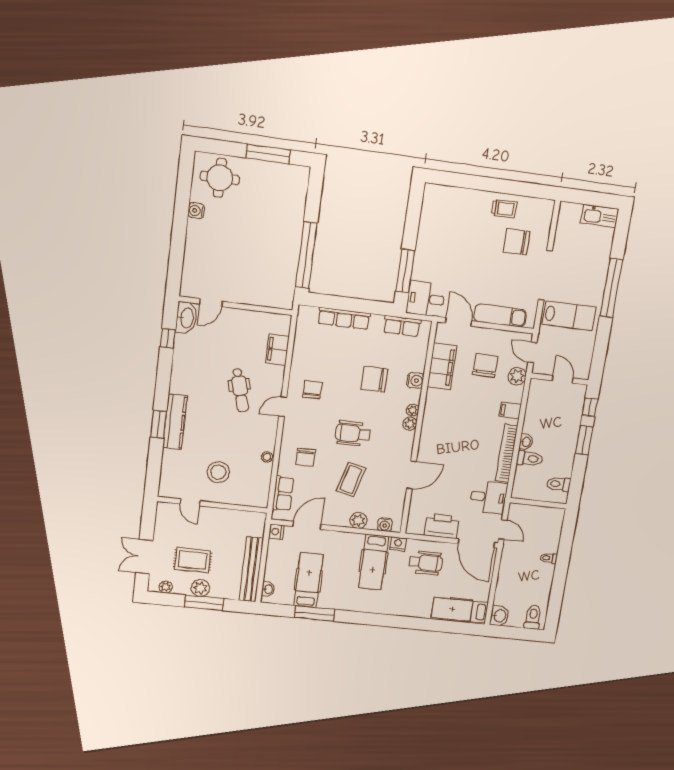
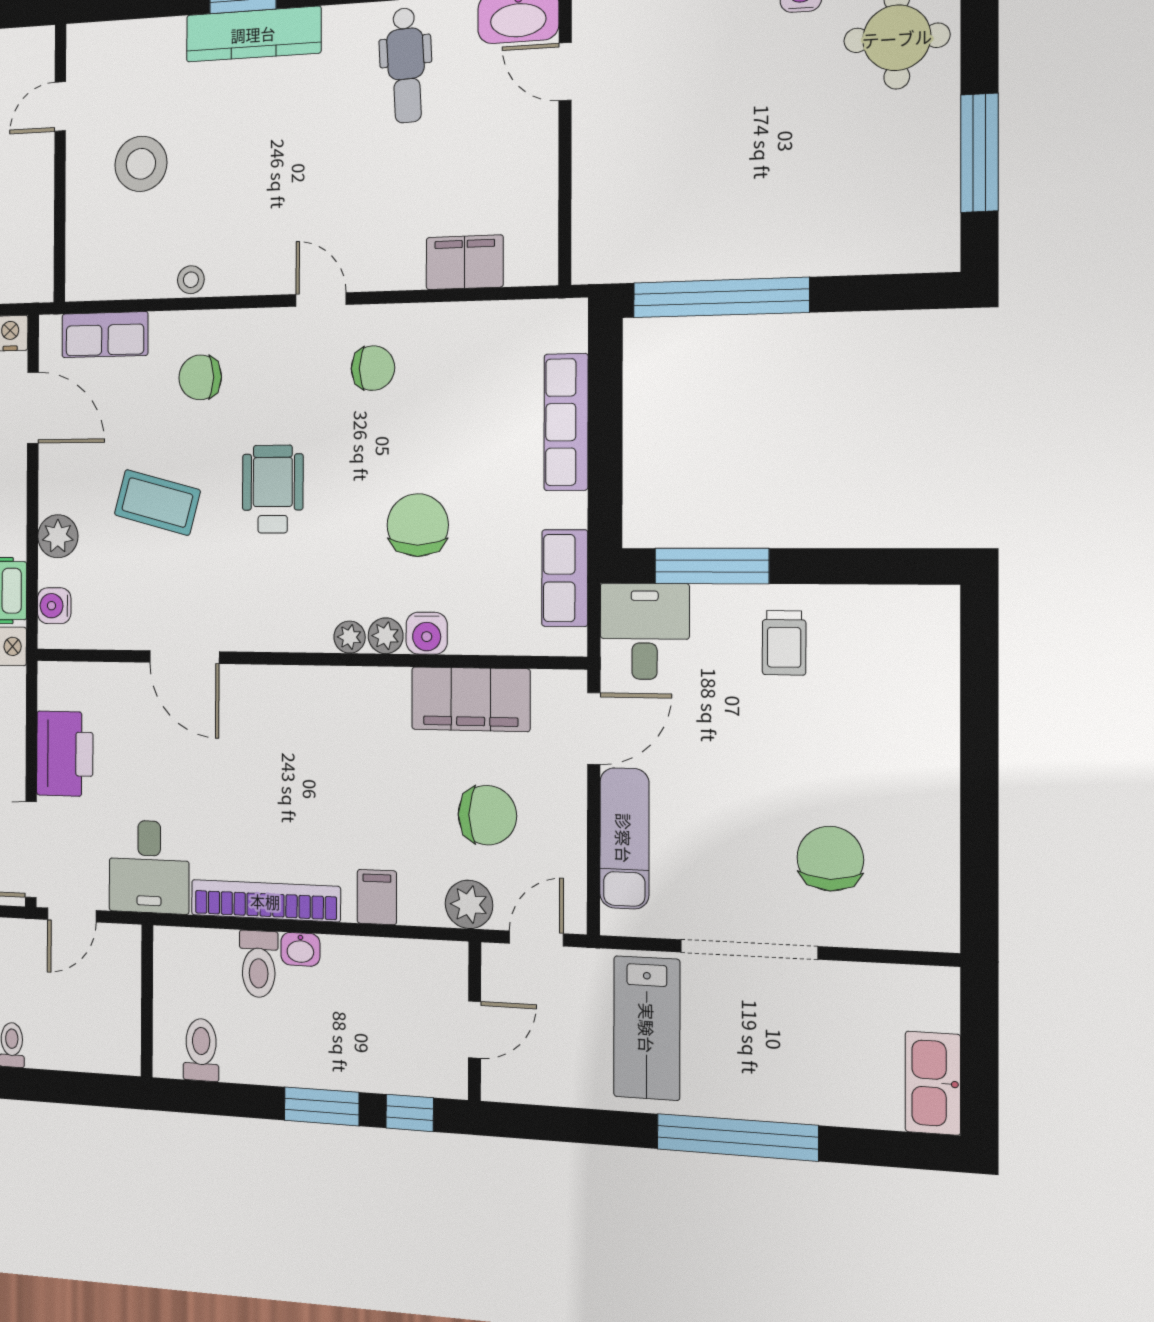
trolley: (504, 209) -> (784, 643), moved
dental chair: (240, 390) -> (406, 65), moved, turned -78
plant: (410, 424) -> (386, 636), moved

